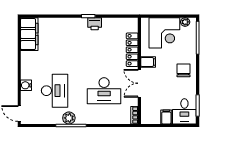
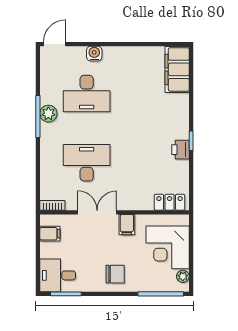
filing cabinet: (29, 34) -> (177, 69), moved, turned 90
locker: (132, 50) -> (170, 202), moved, width x0.66
desk: (104, 91) -> (87, 163), turned 90
filing cabinet: (166, 117) -> (50, 234), moved

